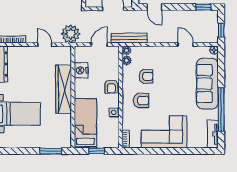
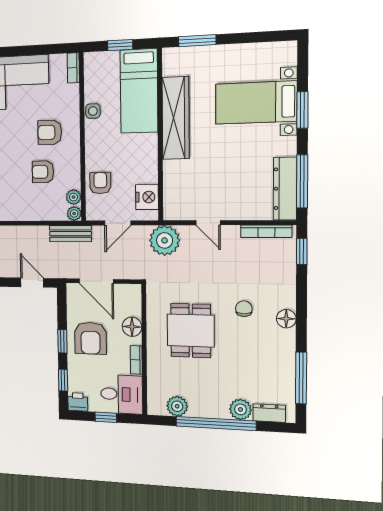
bench: (129, 38) -> (70, 234), width x0.73
nightstand: (81, 70) -> (147, 197), moved
armchair: (111, 87) -> (100, 183), moved
wardrobe: (64, 89) -> (176, 118), moved

